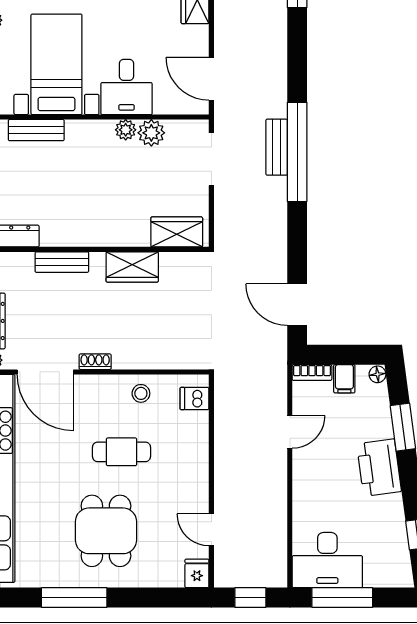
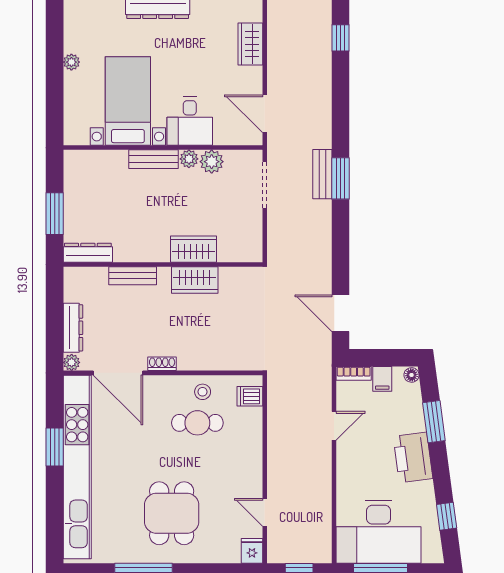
bench: (36, 130) -> (154, 159), moved
window: (297, 152) -> (341, 178), width x0.47
wardrobe: (177, 232) -> (193, 249), moved
cafe table: (121, 452) -> (197, 423), moved
desk: (327, 560) -> (379, 532), width x1.36, depth x1.30

